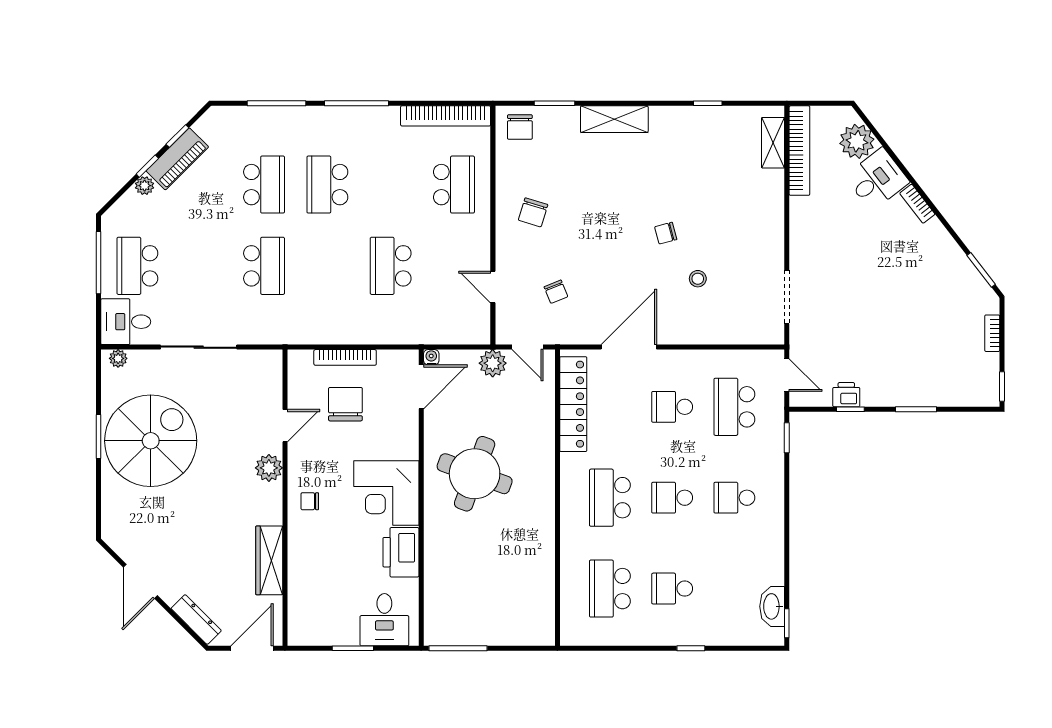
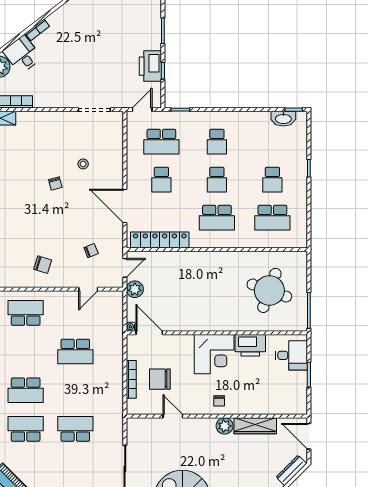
printer: (846, 395) -> (150, 66), width x1.87, depth x1.48
plant: (269, 468) -> (225, 426), moved
round table: (475, 474) -> (269, 290), moved

